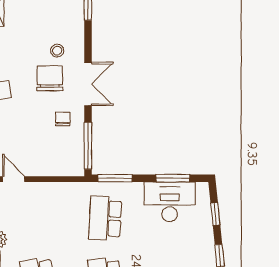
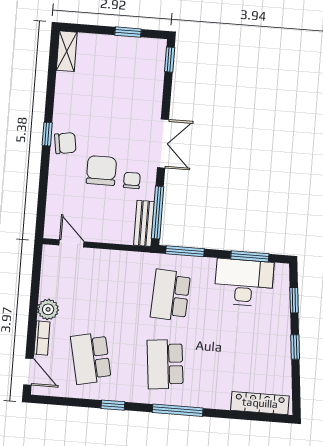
stool: (57, 51) -> (132, 104), removed
chair: (50, 78) -> (101, 170), moved
bench: (77, 156) -> (144, 223), added

